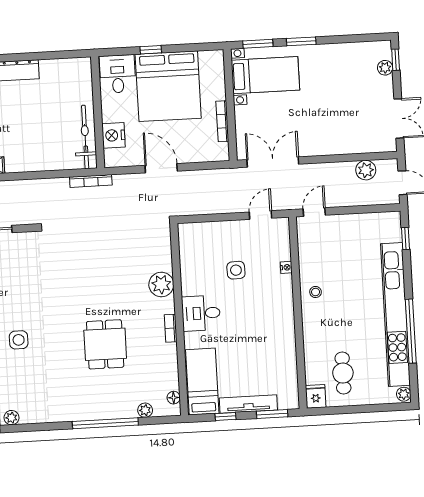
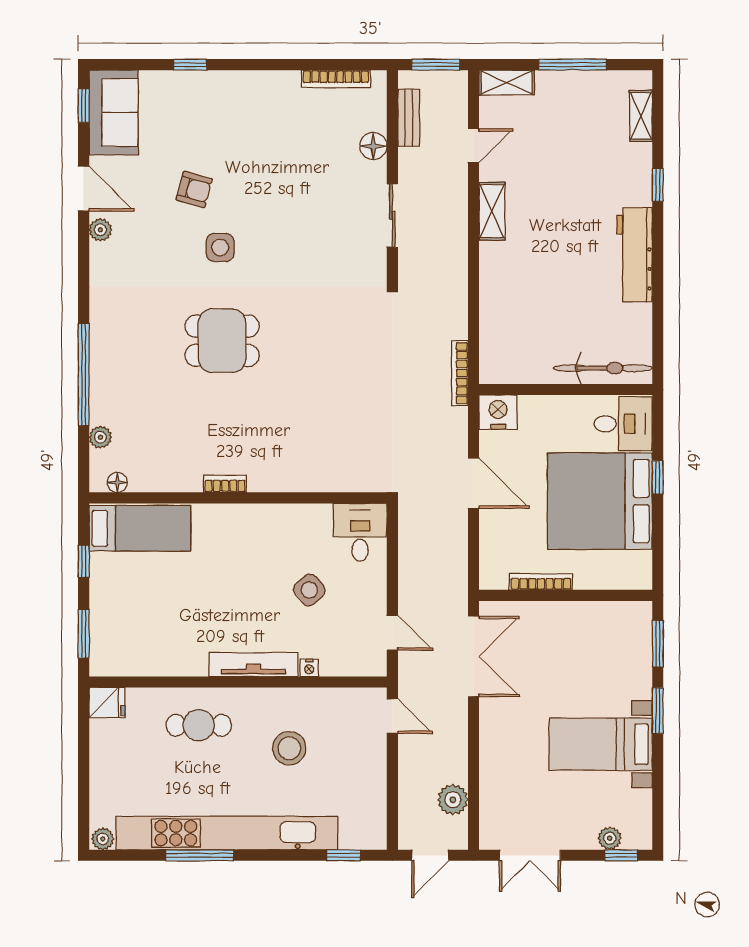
bed with nightstands: (265, 75) -> (601, 744), moved, turned 90
nightstand: (113, 135) -> (498, 412), moved
bicycle: (85, 137) -> (603, 368), moved
door: (161, 168) -> (474, 483), hinge flipped
side table: (236, 270) -> (309, 590), turned -38
plant: (161, 284) -> (294, 473), removed
stool: (316, 292) -> (289, 748), moved, width x1.89, depth x1.89
desk: (201, 313) -> (360, 532), moved
window: (411, 331) -> (200, 855), width x0.68
dining table: (105, 344) -> (222, 341), moved
cafe table: (343, 373) -> (199, 725), moved
tv unit: (248, 404) -> (253, 665), moved, turned -90

